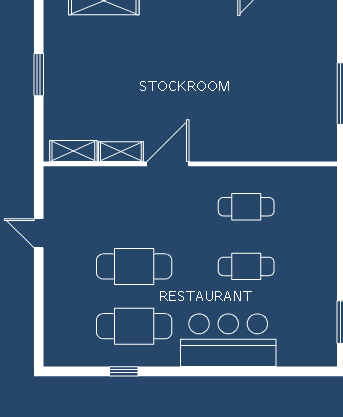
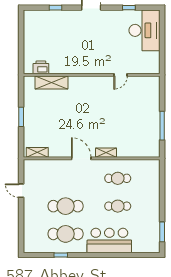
shelving: (121, 152) -> (106, 153), moved
door: (168, 164) -> (81, 158), hinge flipped

